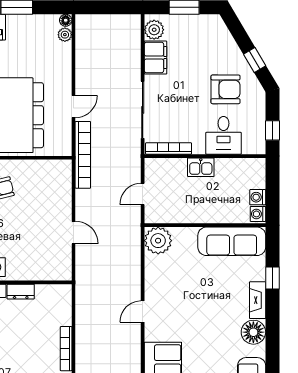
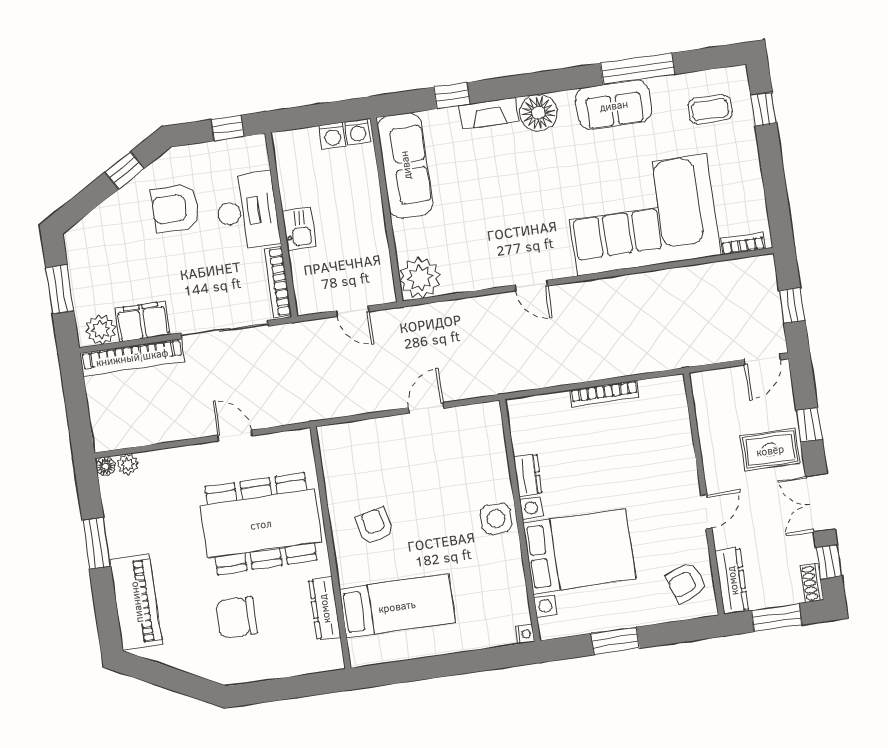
armchair: (225, 89) -> (175, 208), turned -90
desk: (223, 135) -> (247, 211), width x1.37
bookcase: (83, 155) -> (132, 357), moved, turned 180

